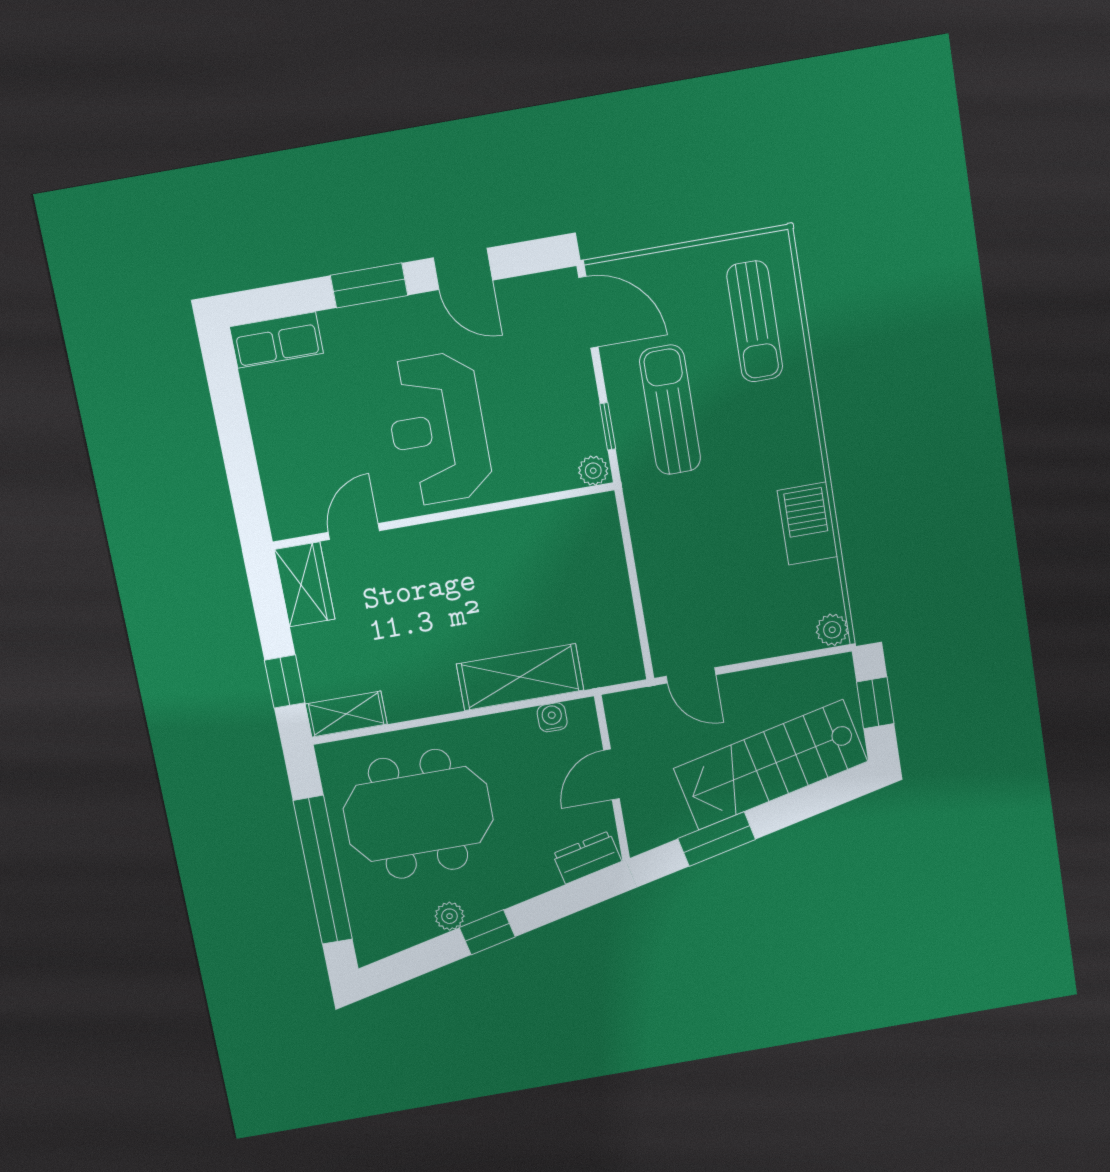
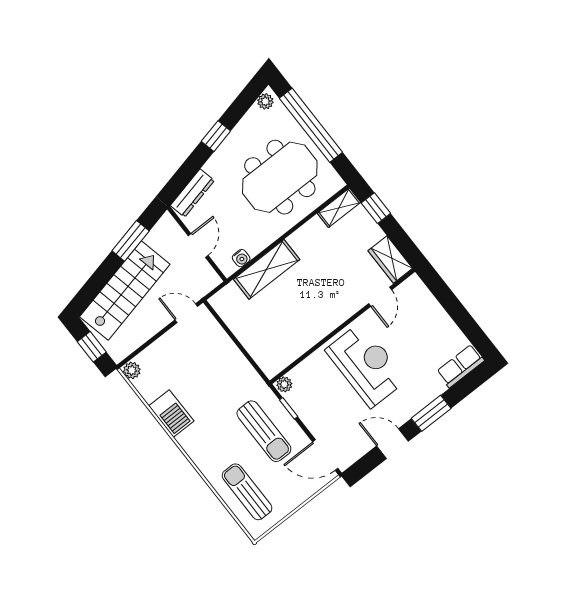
dresser: (587, 858) -> (192, 193), width x1.44
plant: (450, 916) -> (265, 101), moved

